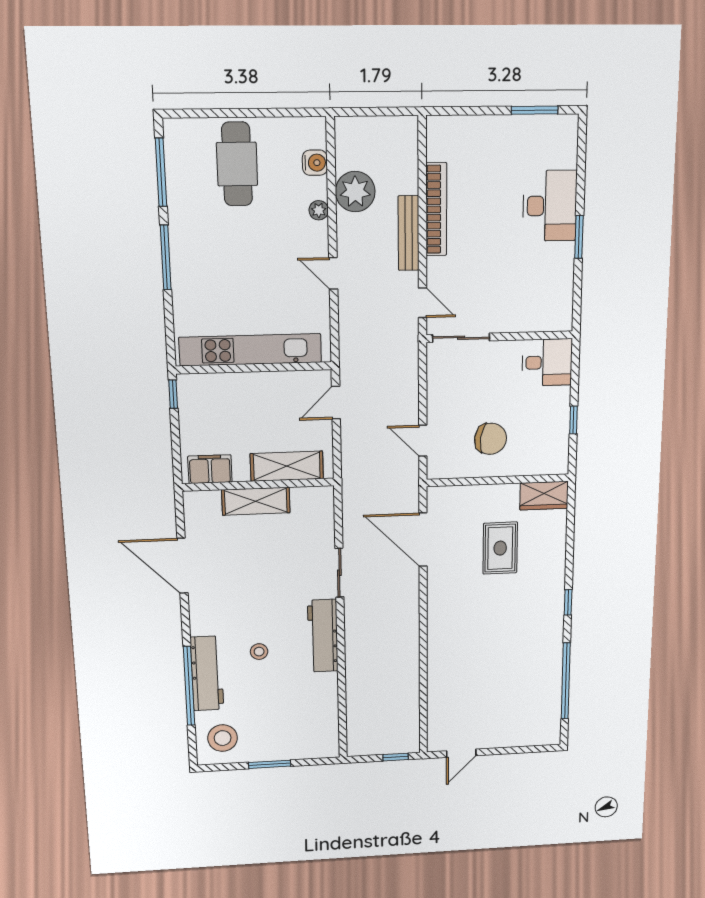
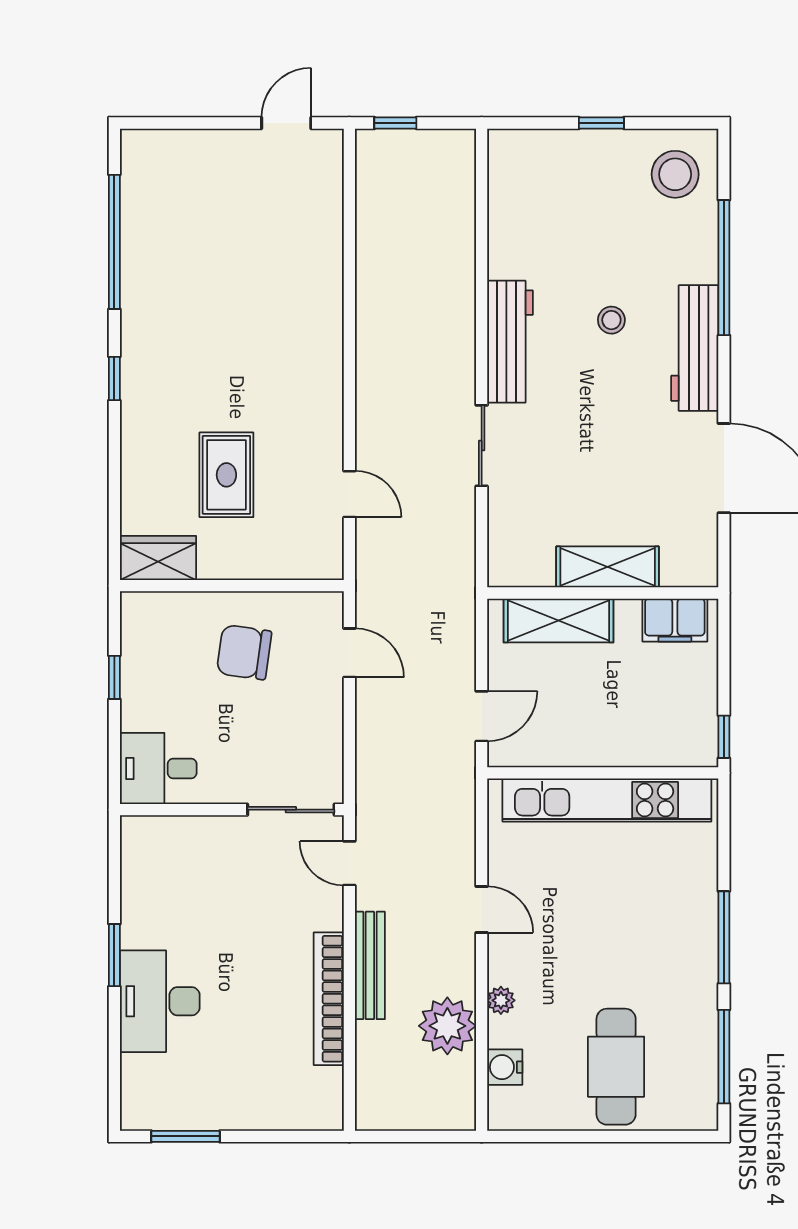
door: (423, 540) -> (349, 494), width x0.53
workbench: (207, 673) -> (695, 348), moved
window: (270, 764) -> (601, 123), width x0.67

